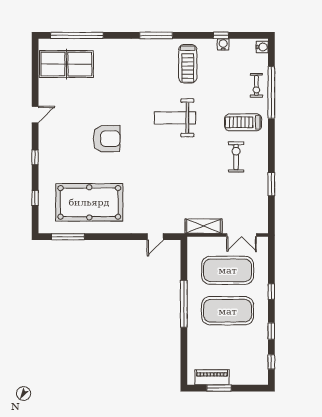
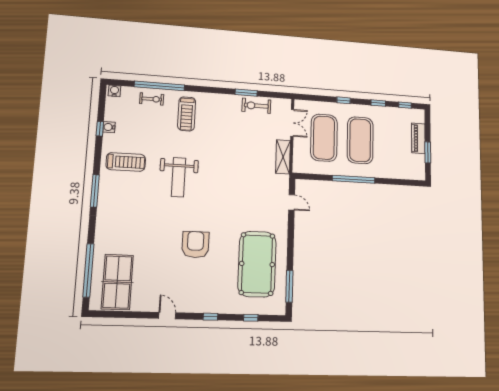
exercise bike: (236, 157) -> (256, 106), moved
piano: (212, 377) -> (418, 138), moved

